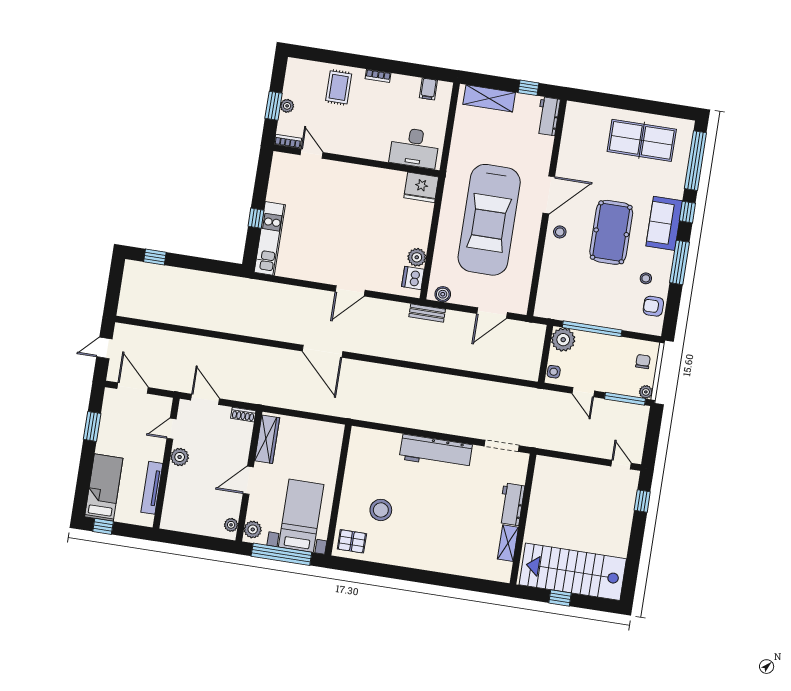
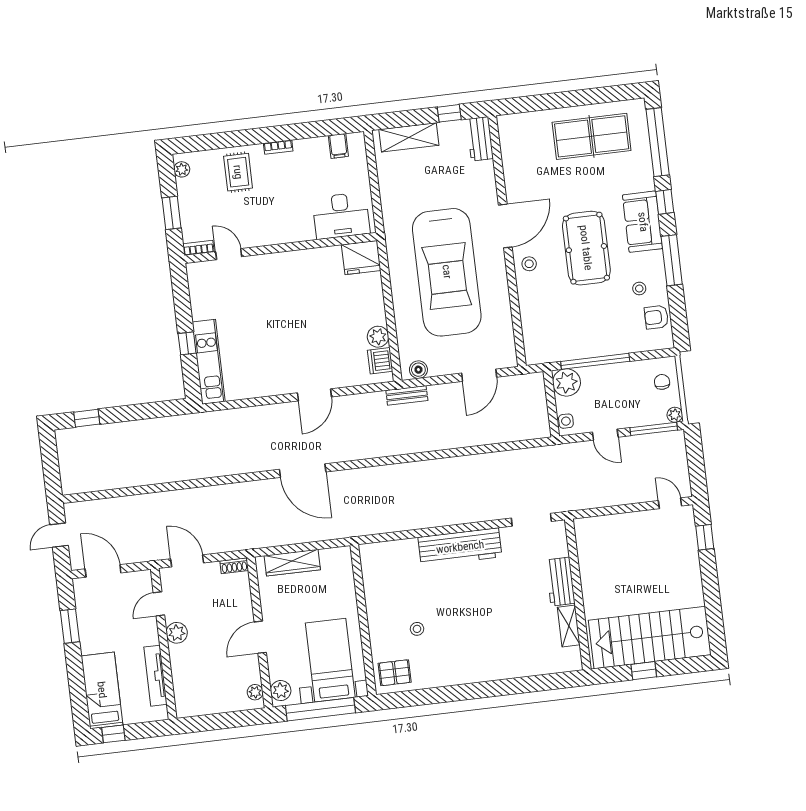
plant: (287, 106) -> (182, 169), moved
wardrobe: (267, 439) -> (292, 563), moved, turned 90
stool: (381, 510) -> (417, 629), width x0.53, depth x0.53

